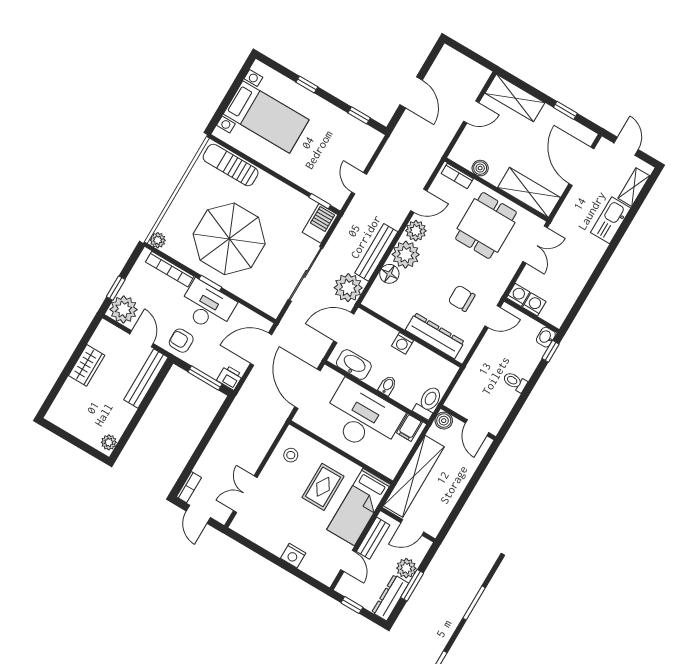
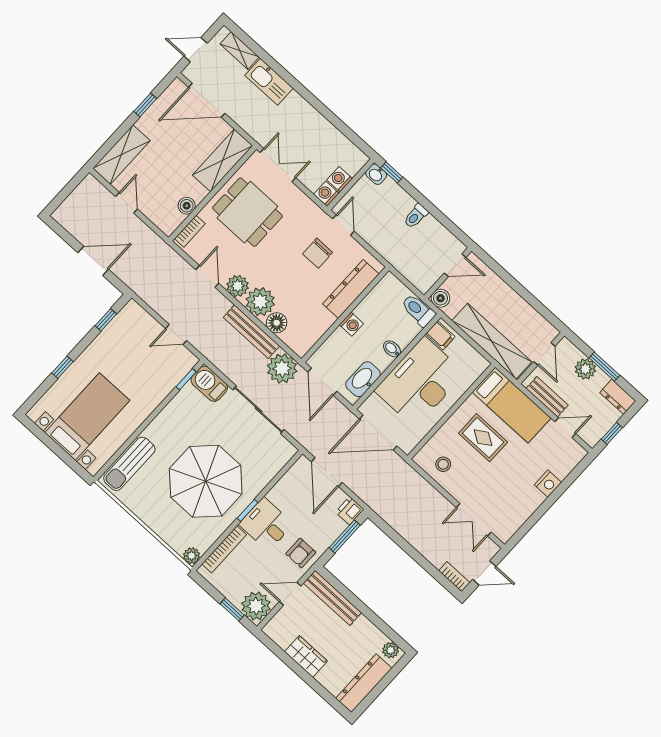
desk: (207, 306) -> (266, 524), width x0.73
dresser: (73, 424) -> (364, 683), added
dresser: (390, 598) -> (618, 397), width x0.70

